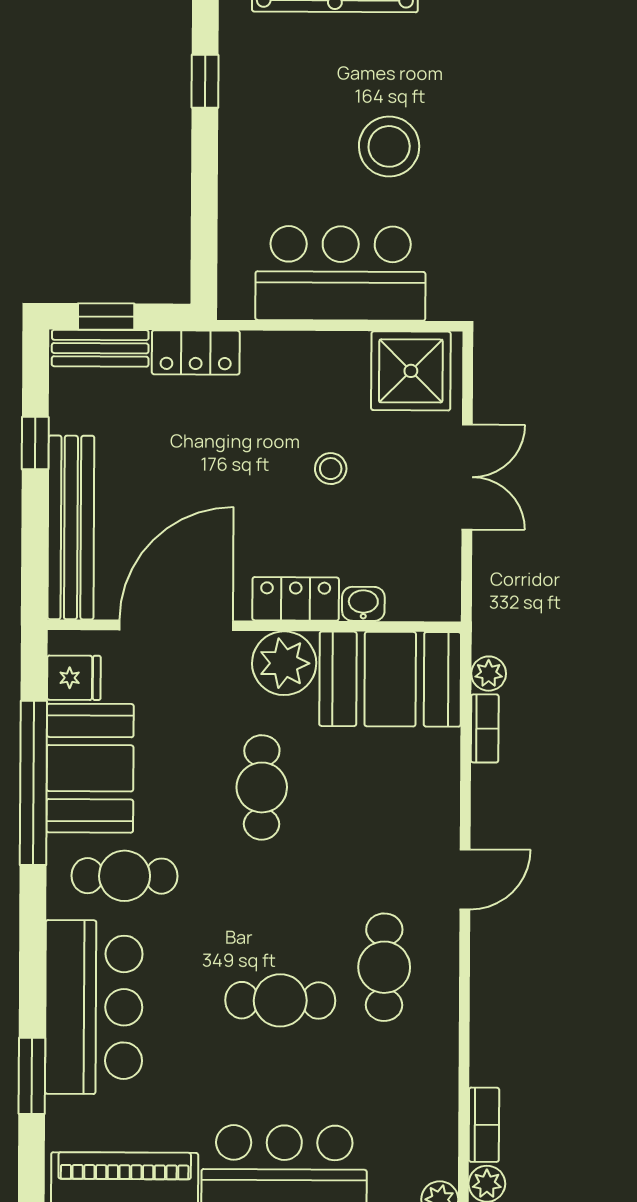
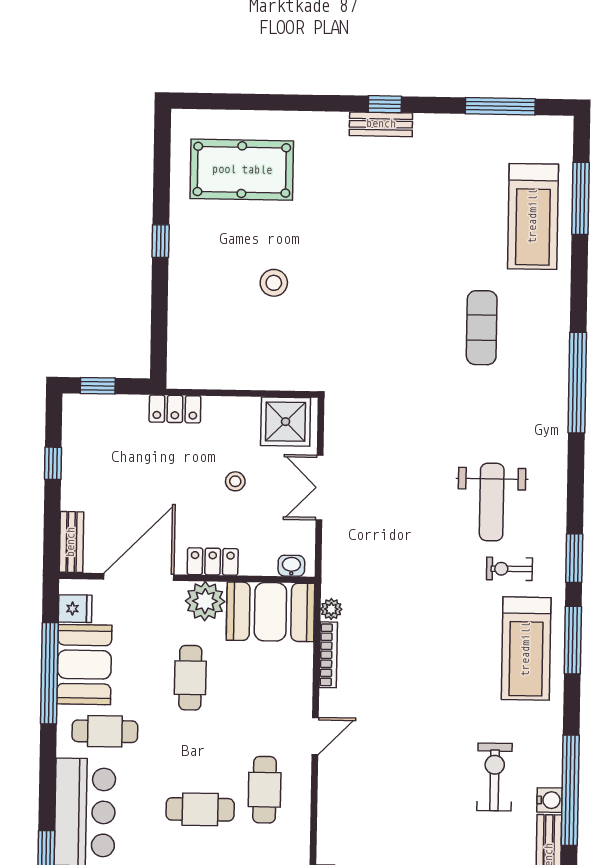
stool: (389, 146) -> (274, 283), width x0.73, depth x0.73
bar counter: (341, 273) -> (243, 361), removed
bench: (100, 348) -> (94, 405), removed
locker: (196, 352) -> (175, 409), moved
double door: (467, 477) -> (319, 488), swing flipped
bench: (71, 527) -> (71, 542), width x0.54, depth x0.82
washbasin: (363, 604) -> (291, 566), moved
bookcase: (485, 728) -> (328, 655), width x1.56

